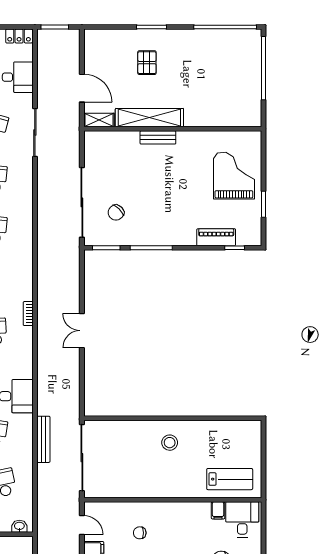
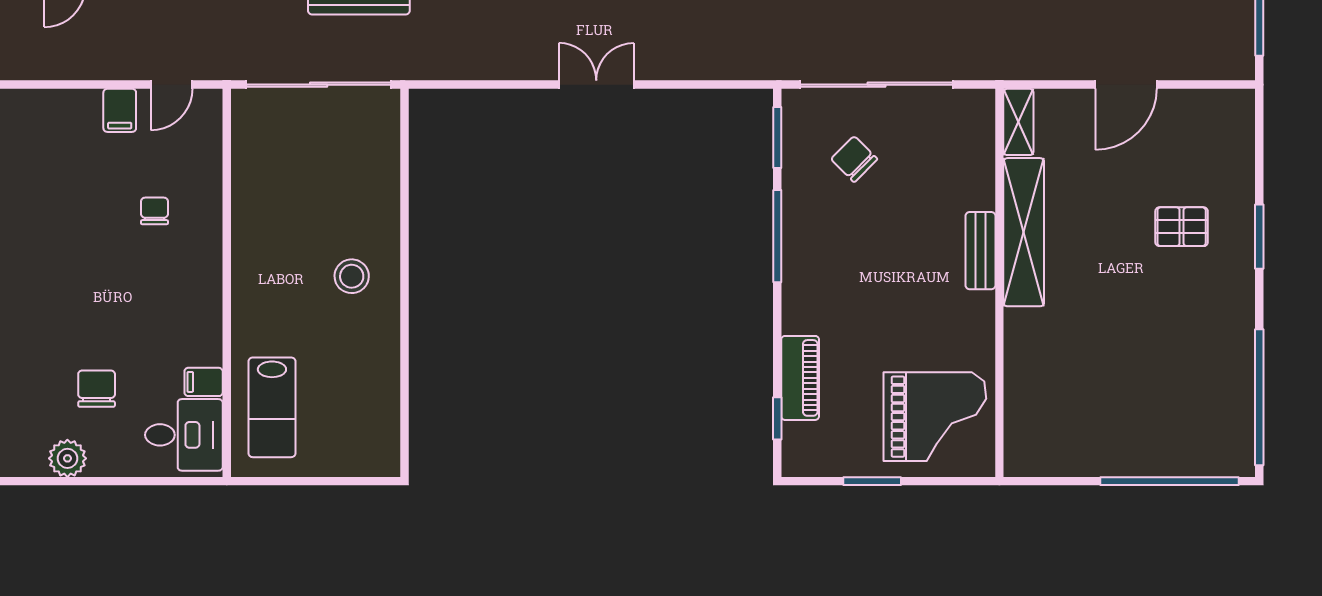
shelving: (149, 118) -> (1024, 232), moved
shelving: (99, 120) -> (1018, 122), moved
wall: (173, 129) -> (999, 283), moved
bench: (158, 137) -> (980, 251), moved

